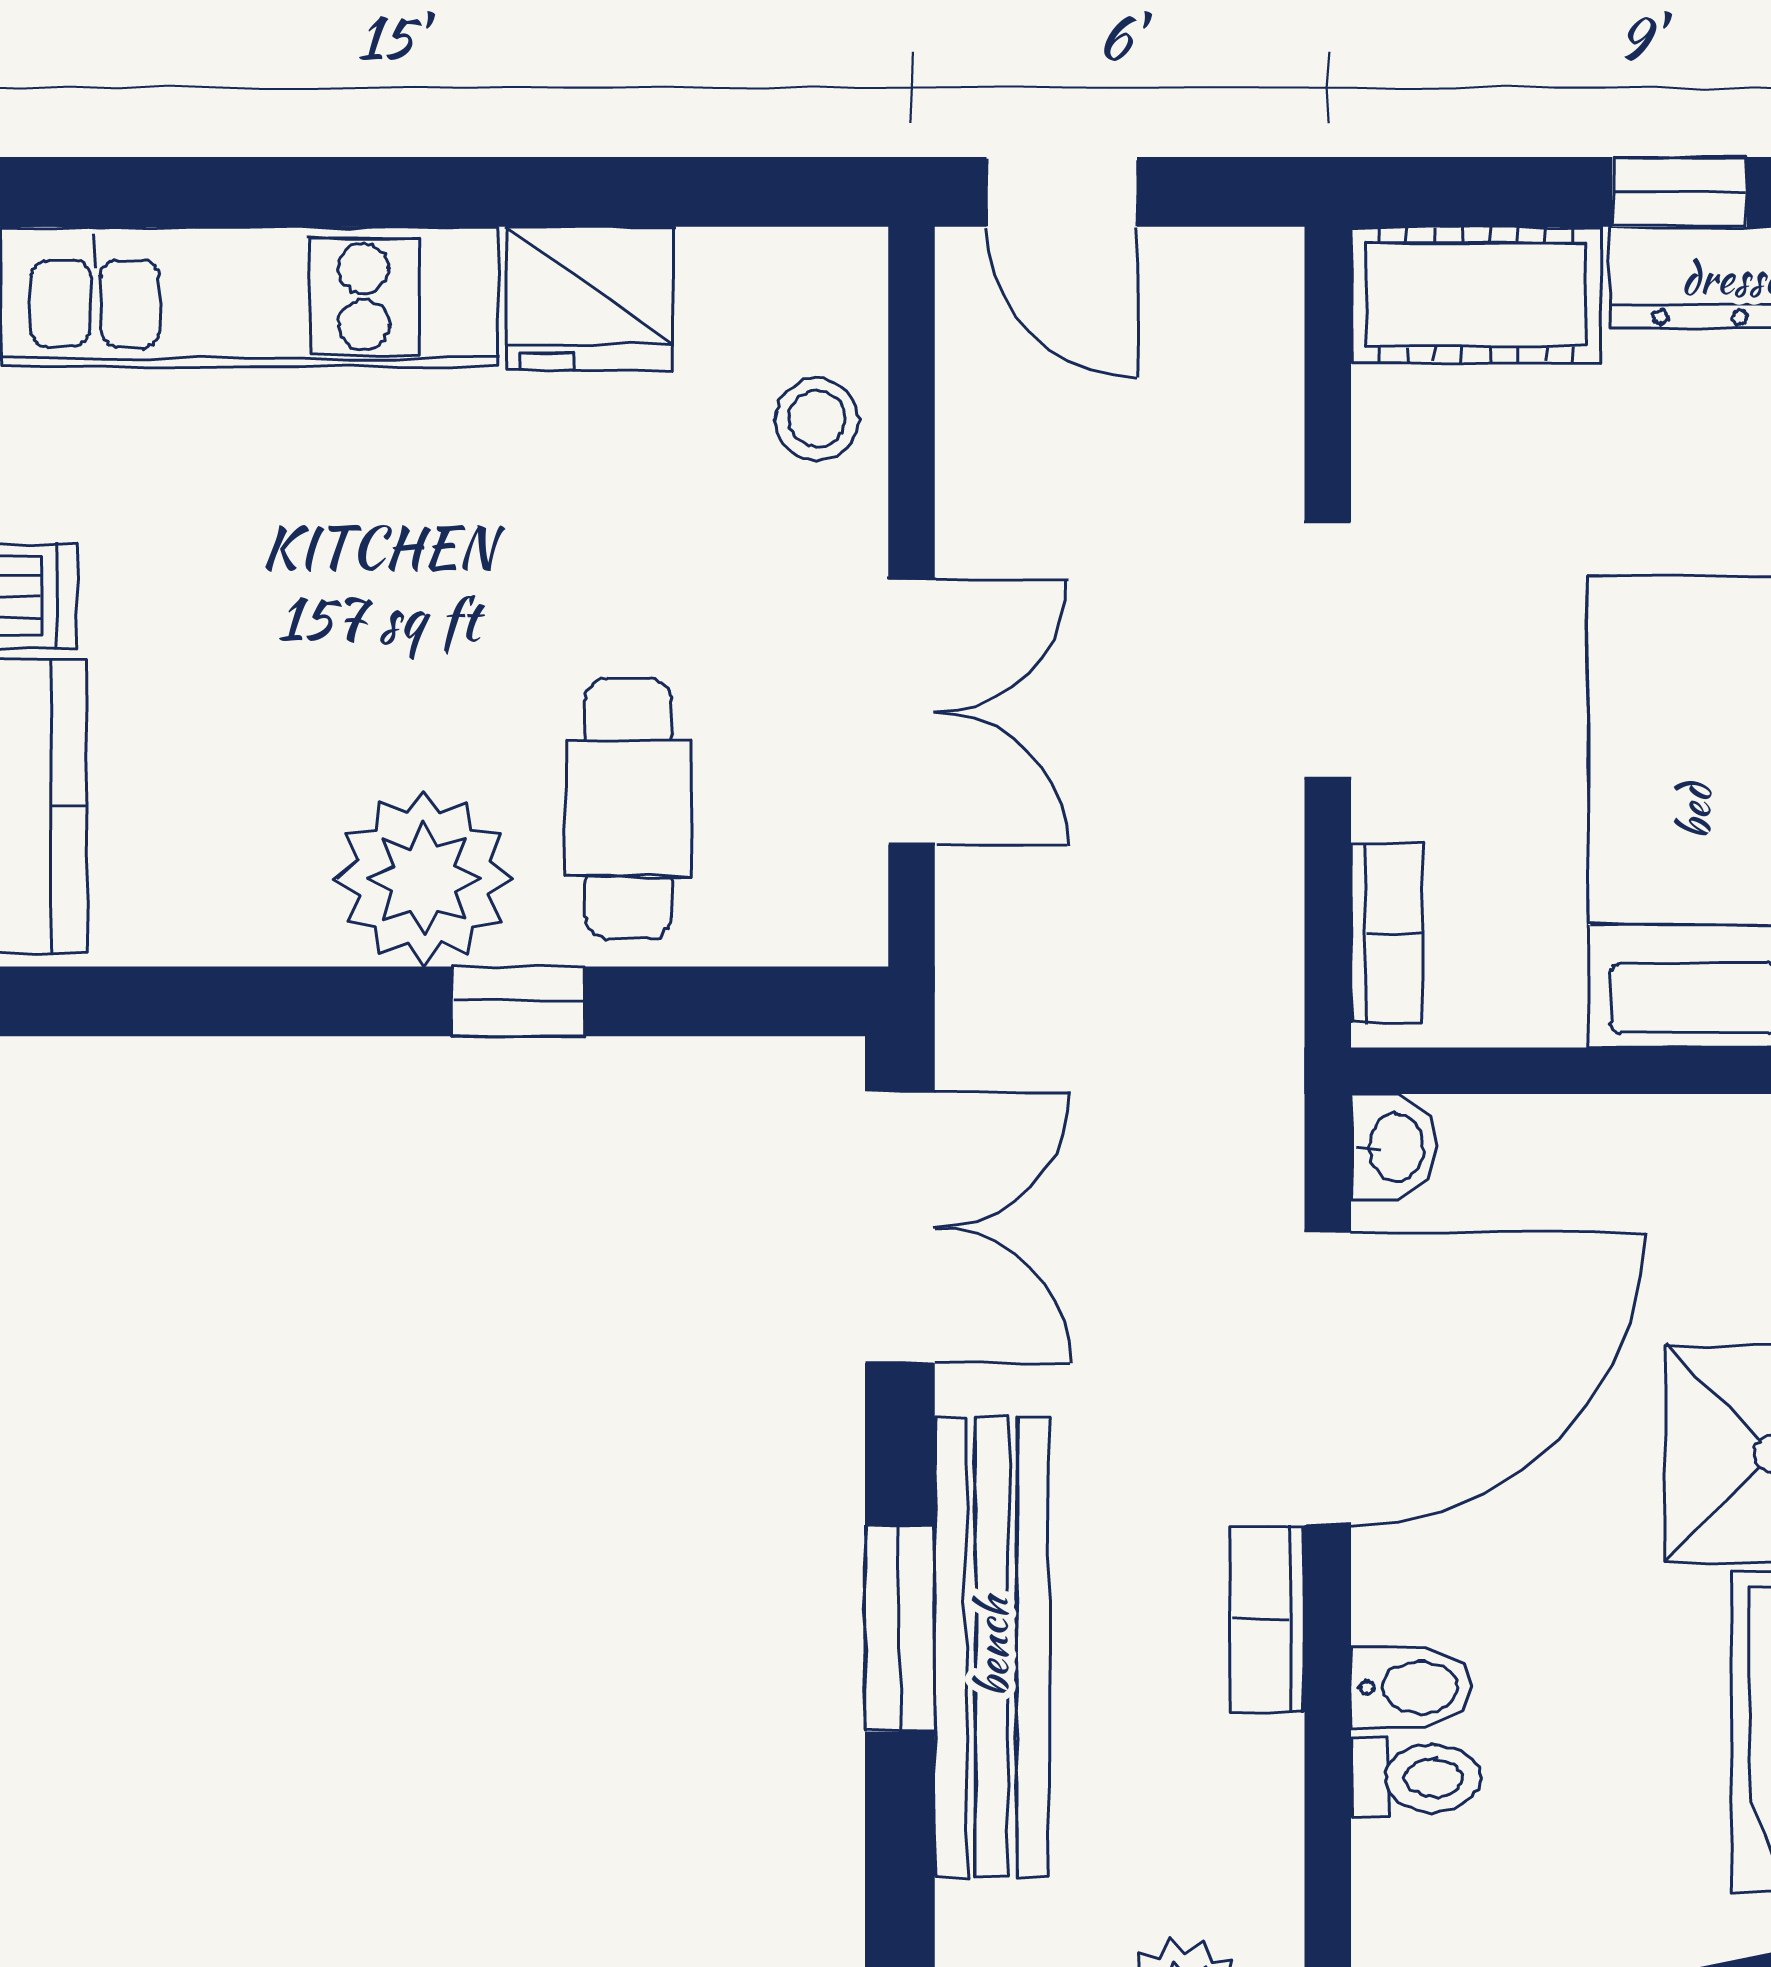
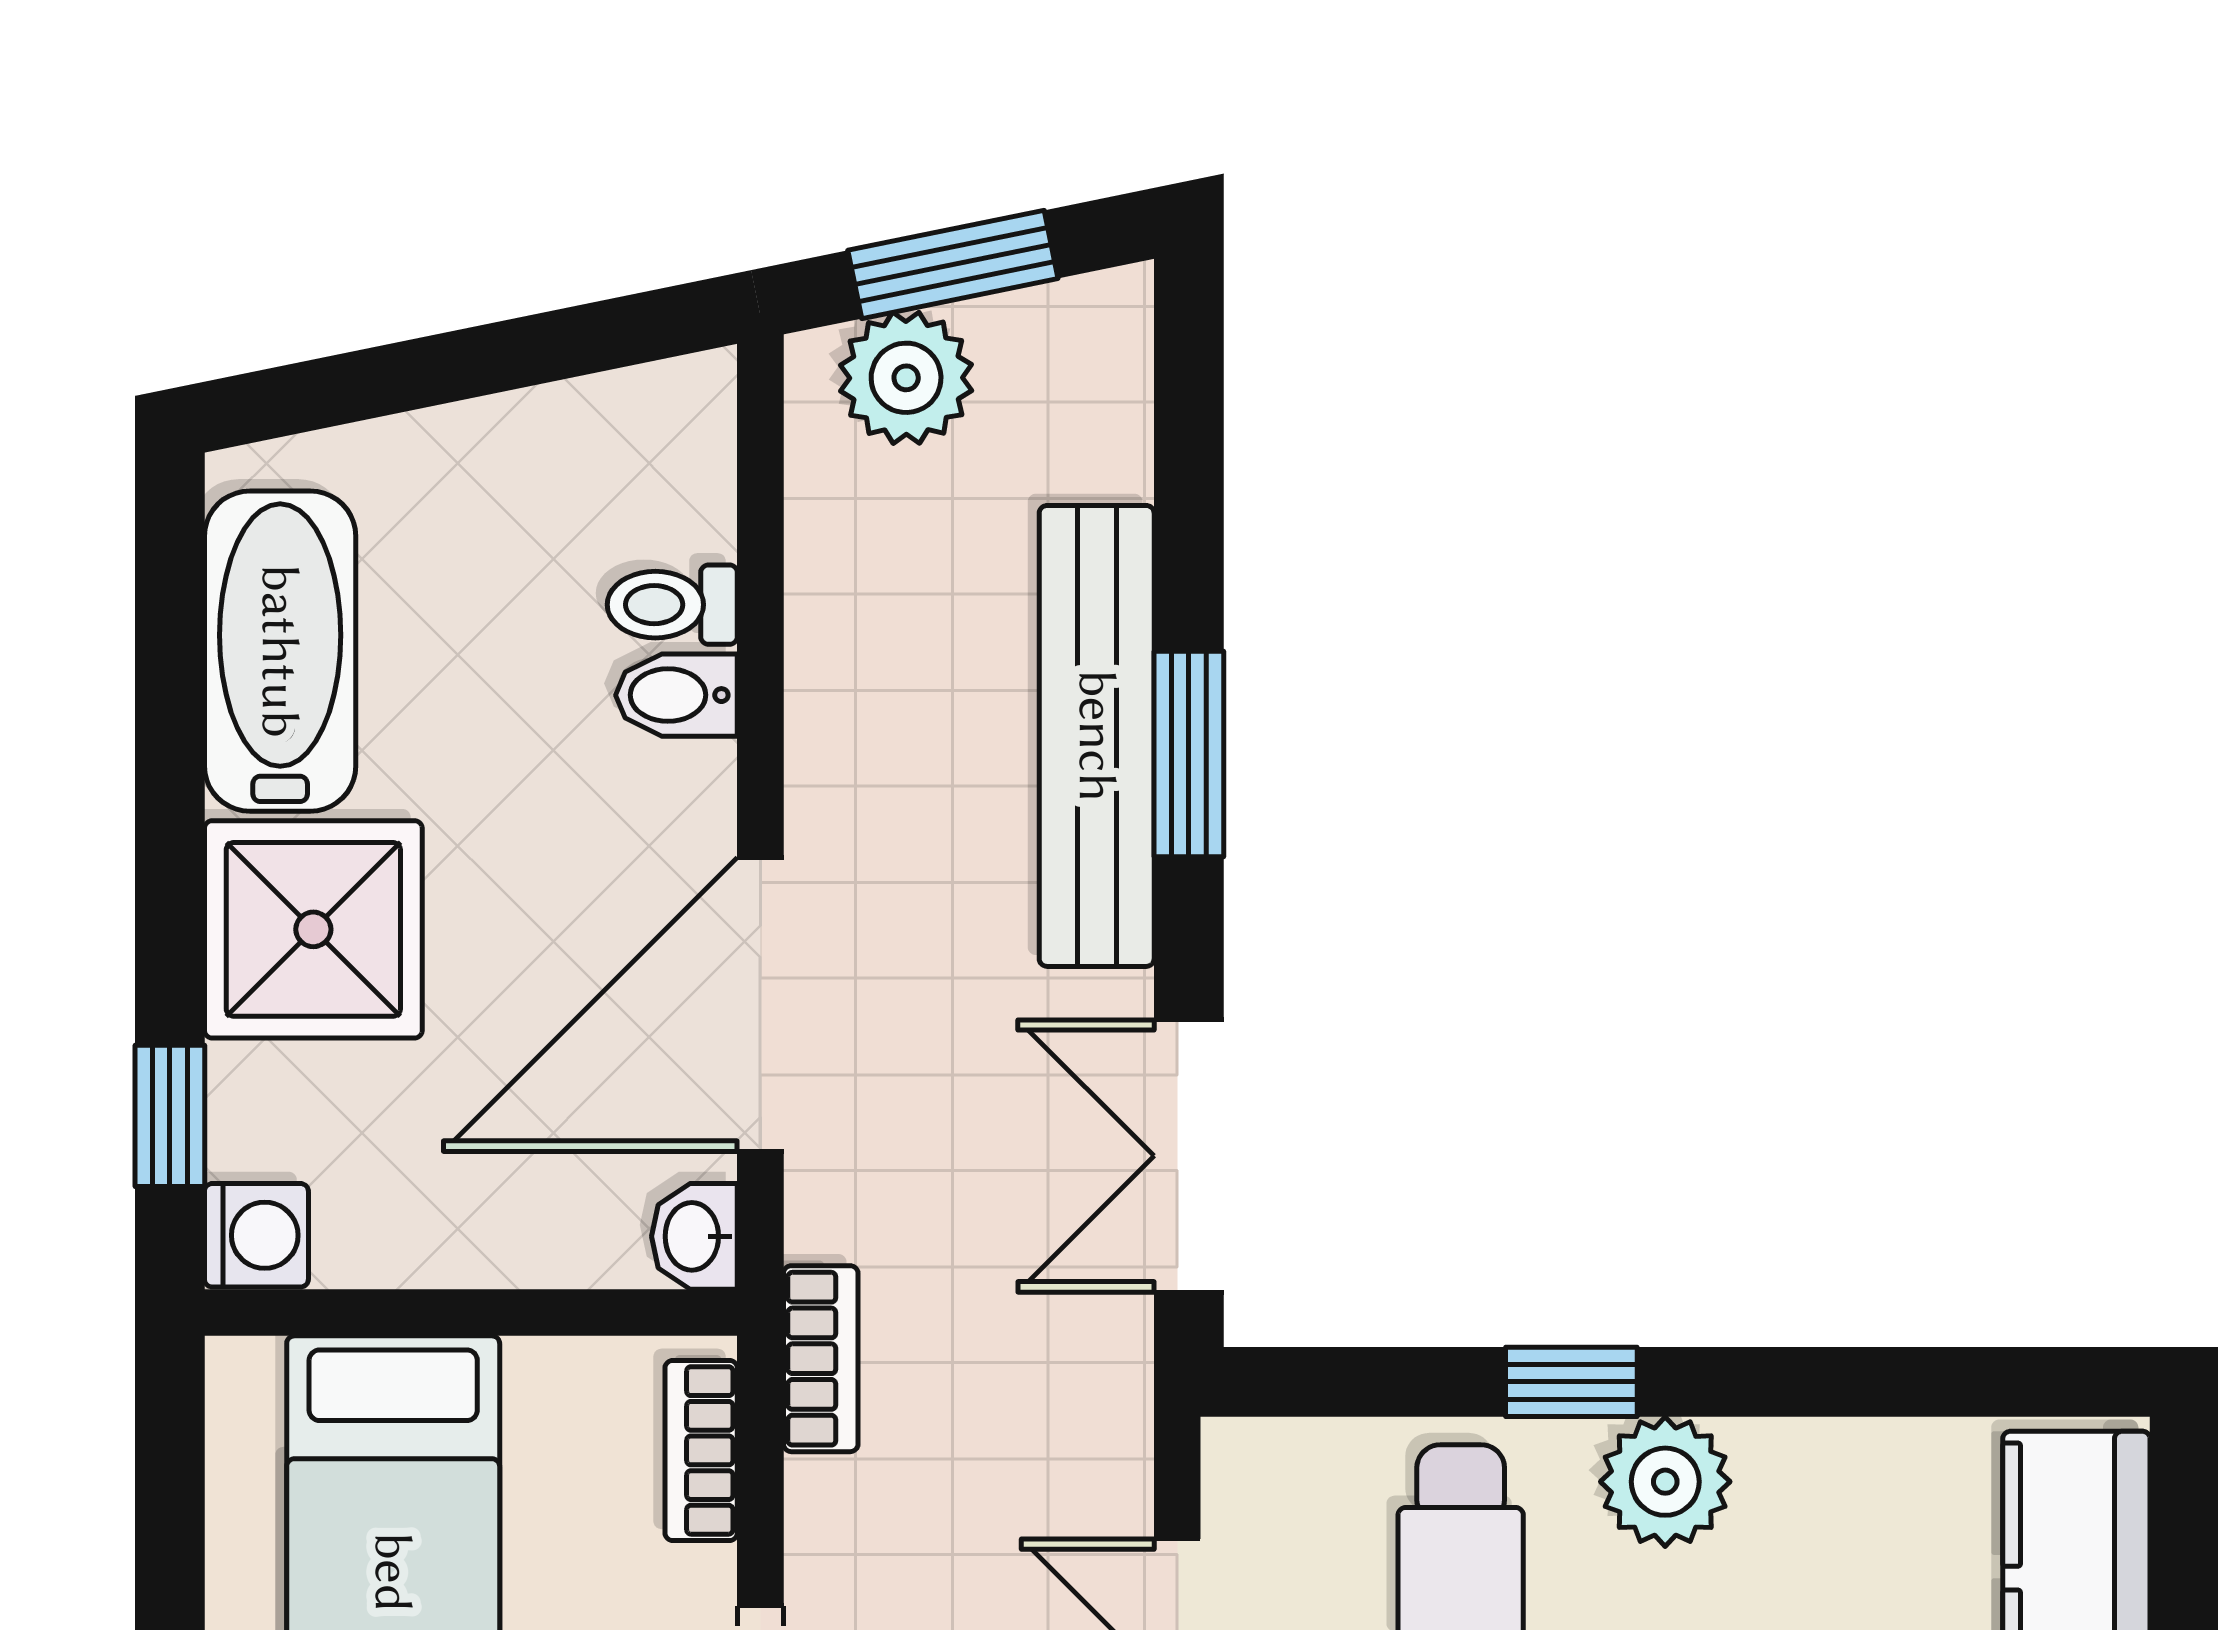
plant: (424, 878) -> (1665, 1482), width x0.73, depth x0.73
bookcase: (1267, 1619) -> (821, 1359), moved

